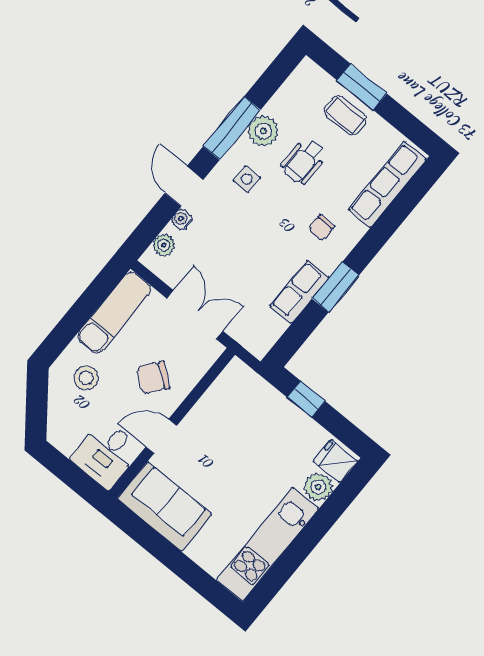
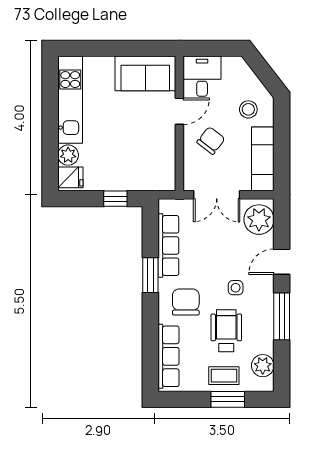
plant: (263, 131) -> (263, 366), moved
wheelchair: (304, 161) -> (226, 331), width x1.36, depth x1.37
side table: (247, 179) -> (236, 288), moved
door: (184, 186) -> (282, 262), swing flipped
water cooler: (182, 219) -> (268, 242), removed
chair: (321, 227) -> (186, 302), width x1.87, depth x1.87
plant: (164, 245) -> (259, 220), width x1.88, depth x1.88
row of seats: (299, 292) -> (168, 246), width x1.48

